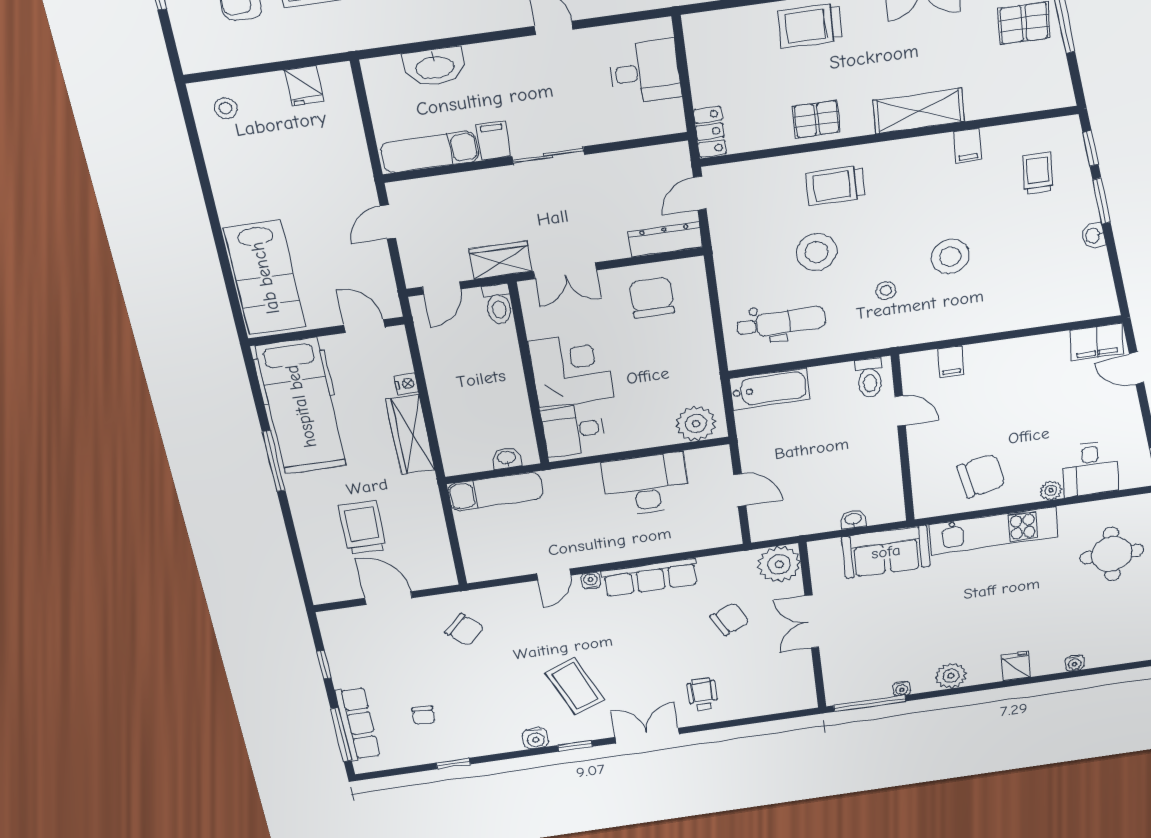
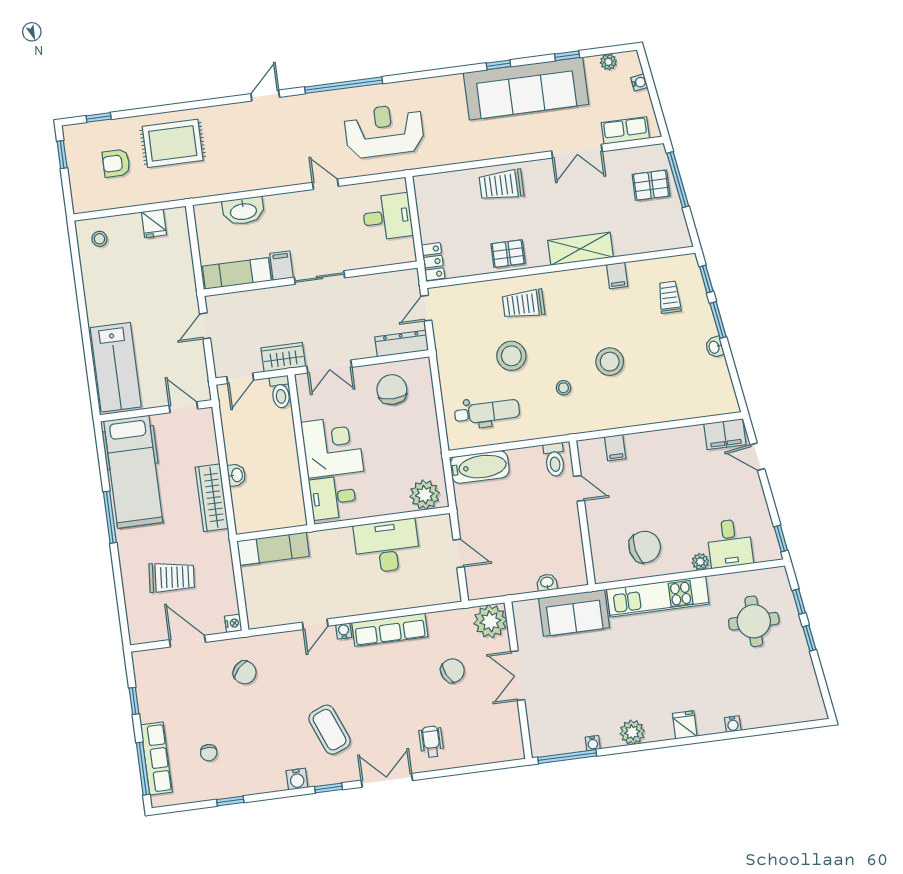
nightstand: (406, 384) -> (233, 623), moved
washbasin: (507, 458) -> (237, 475), moved, turned 90
trolley: (363, 528) -> (172, 577), turned 95

